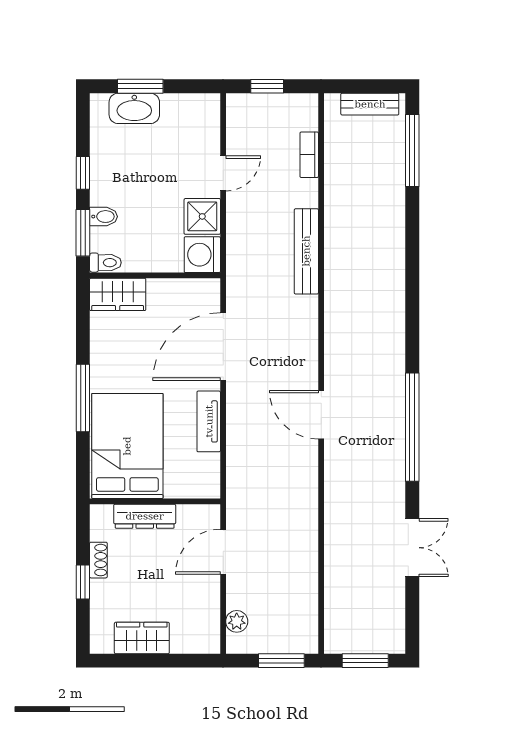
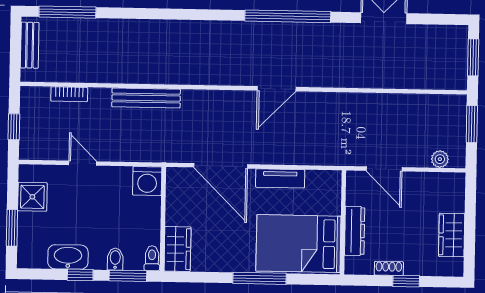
washbasin: (134, 108) -> (68, 257), moved, turned -90
shower: (202, 216) -> (32, 197), moved

